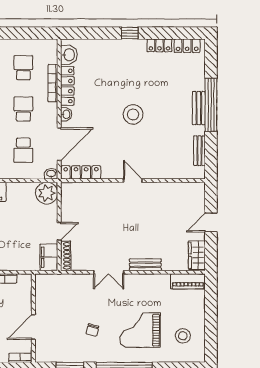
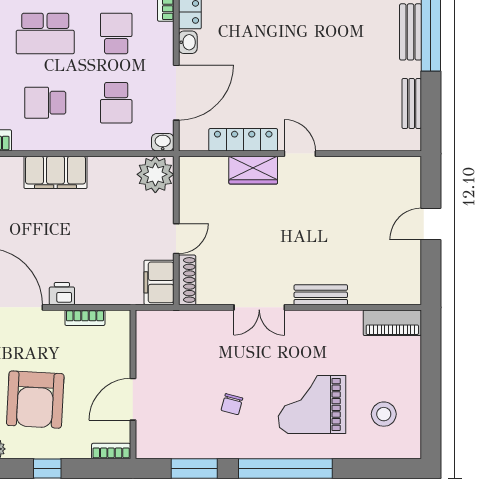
stool: (133, 114) -> (300, 43), removed
locker: (81, 172) -> (243, 140), moved
wardrobe: (197, 255) -> (253, 170), moved, turned -90

